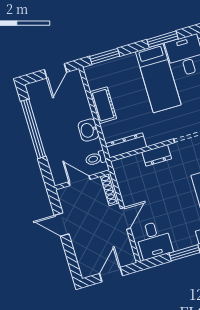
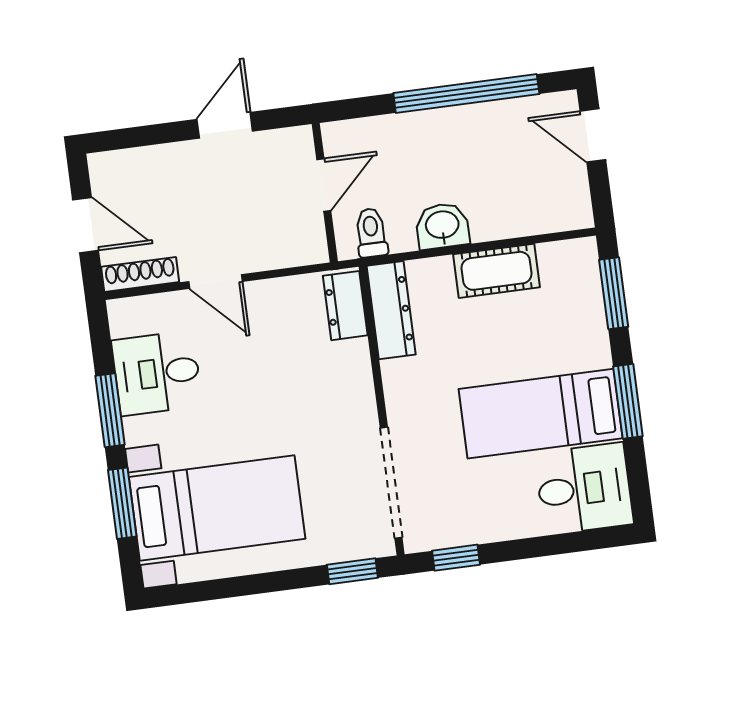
window: (163, 39) -> (628, 401), moved
door: (55, 71) -> (593, 135), moved
dresser: (157, 155) -> (345, 306), moved
shoe rack: (110, 190) -> (140, 274), moved
desk: (154, 240) -> (157, 373), moved

